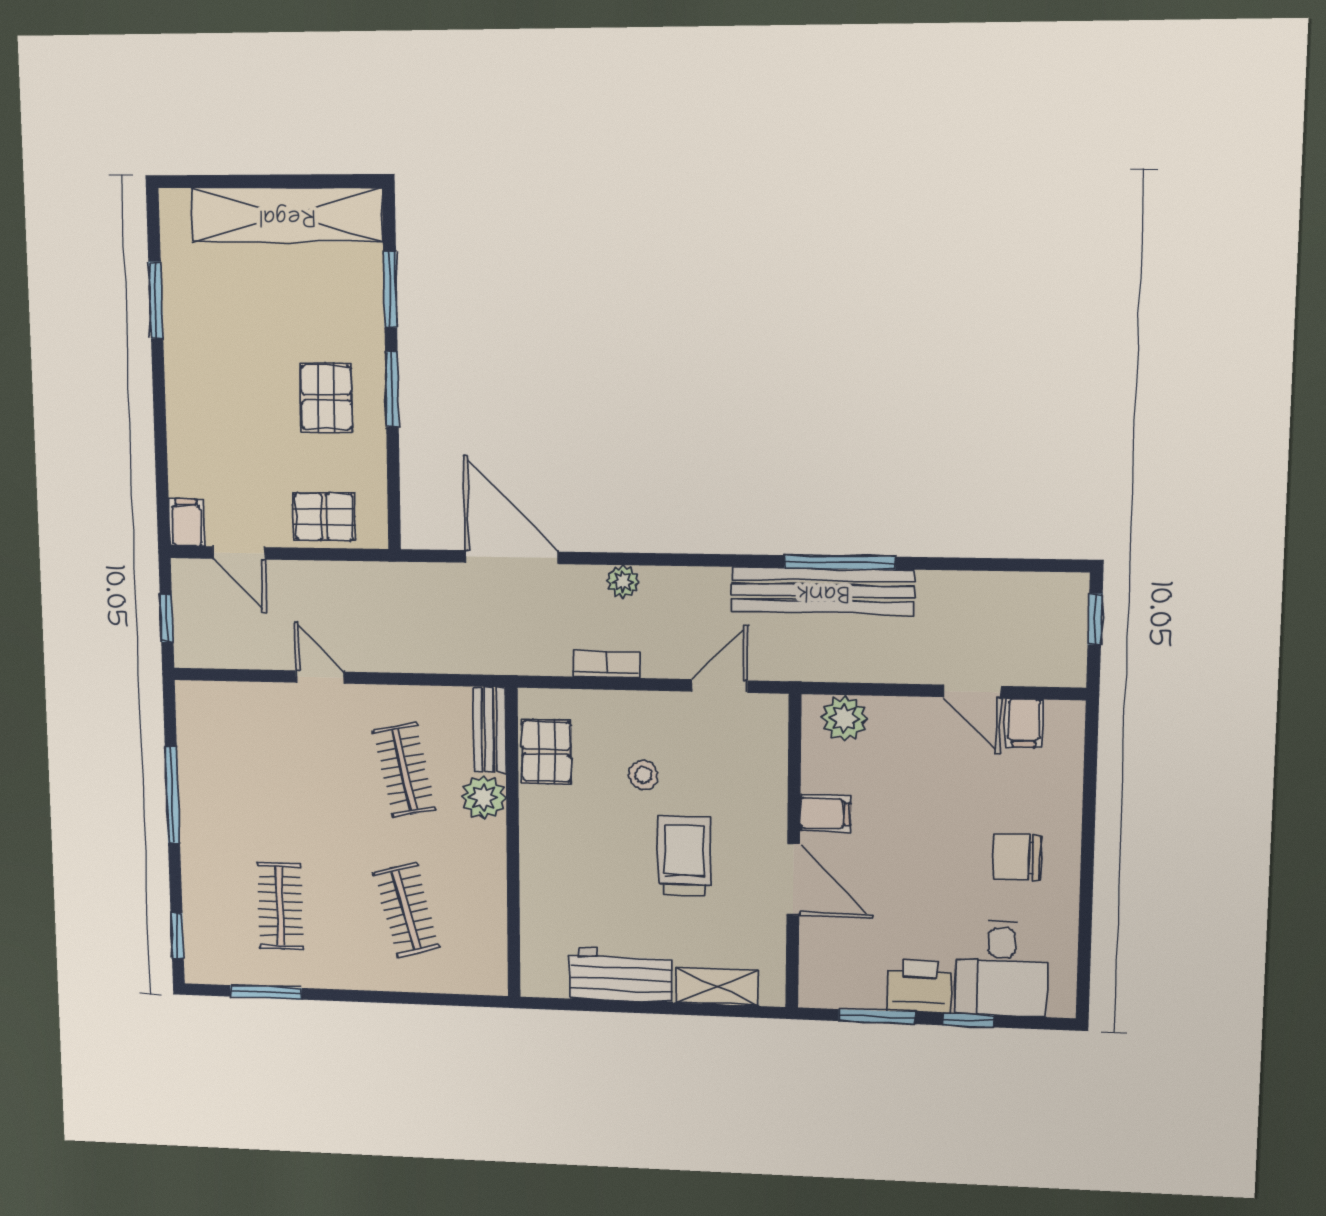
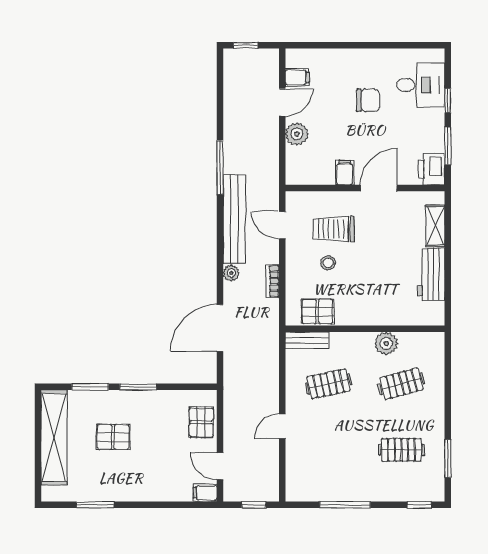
pallet: (326, 398) -> (113, 437), moved
door: (239, 553) -> (220, 466), swing flipped
bench: (823, 591) -> (234, 219), moved
plant: (844, 718) -> (297, 134), moved
plant: (484, 797) -> (386, 343), moved
trolley: (684, 856) -> (334, 229), moved
chair: (1017, 857) -> (368, 100), moved, turned -90
printer: (919, 987) -> (432, 169), moved

